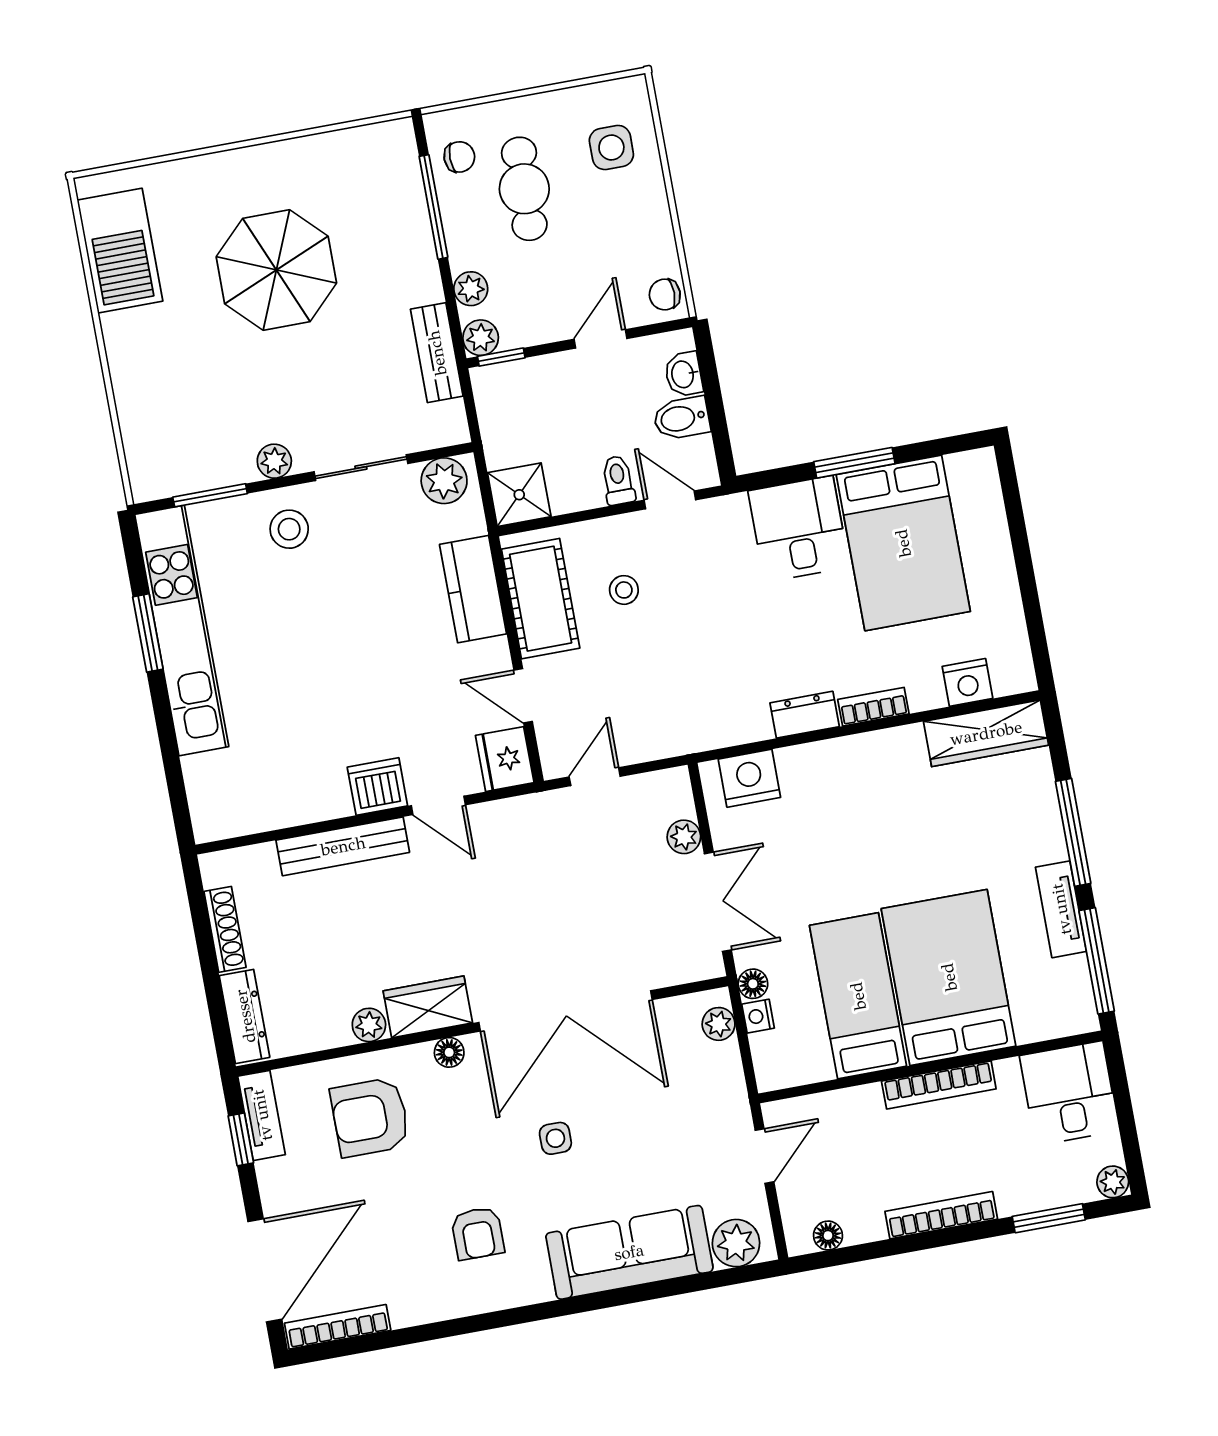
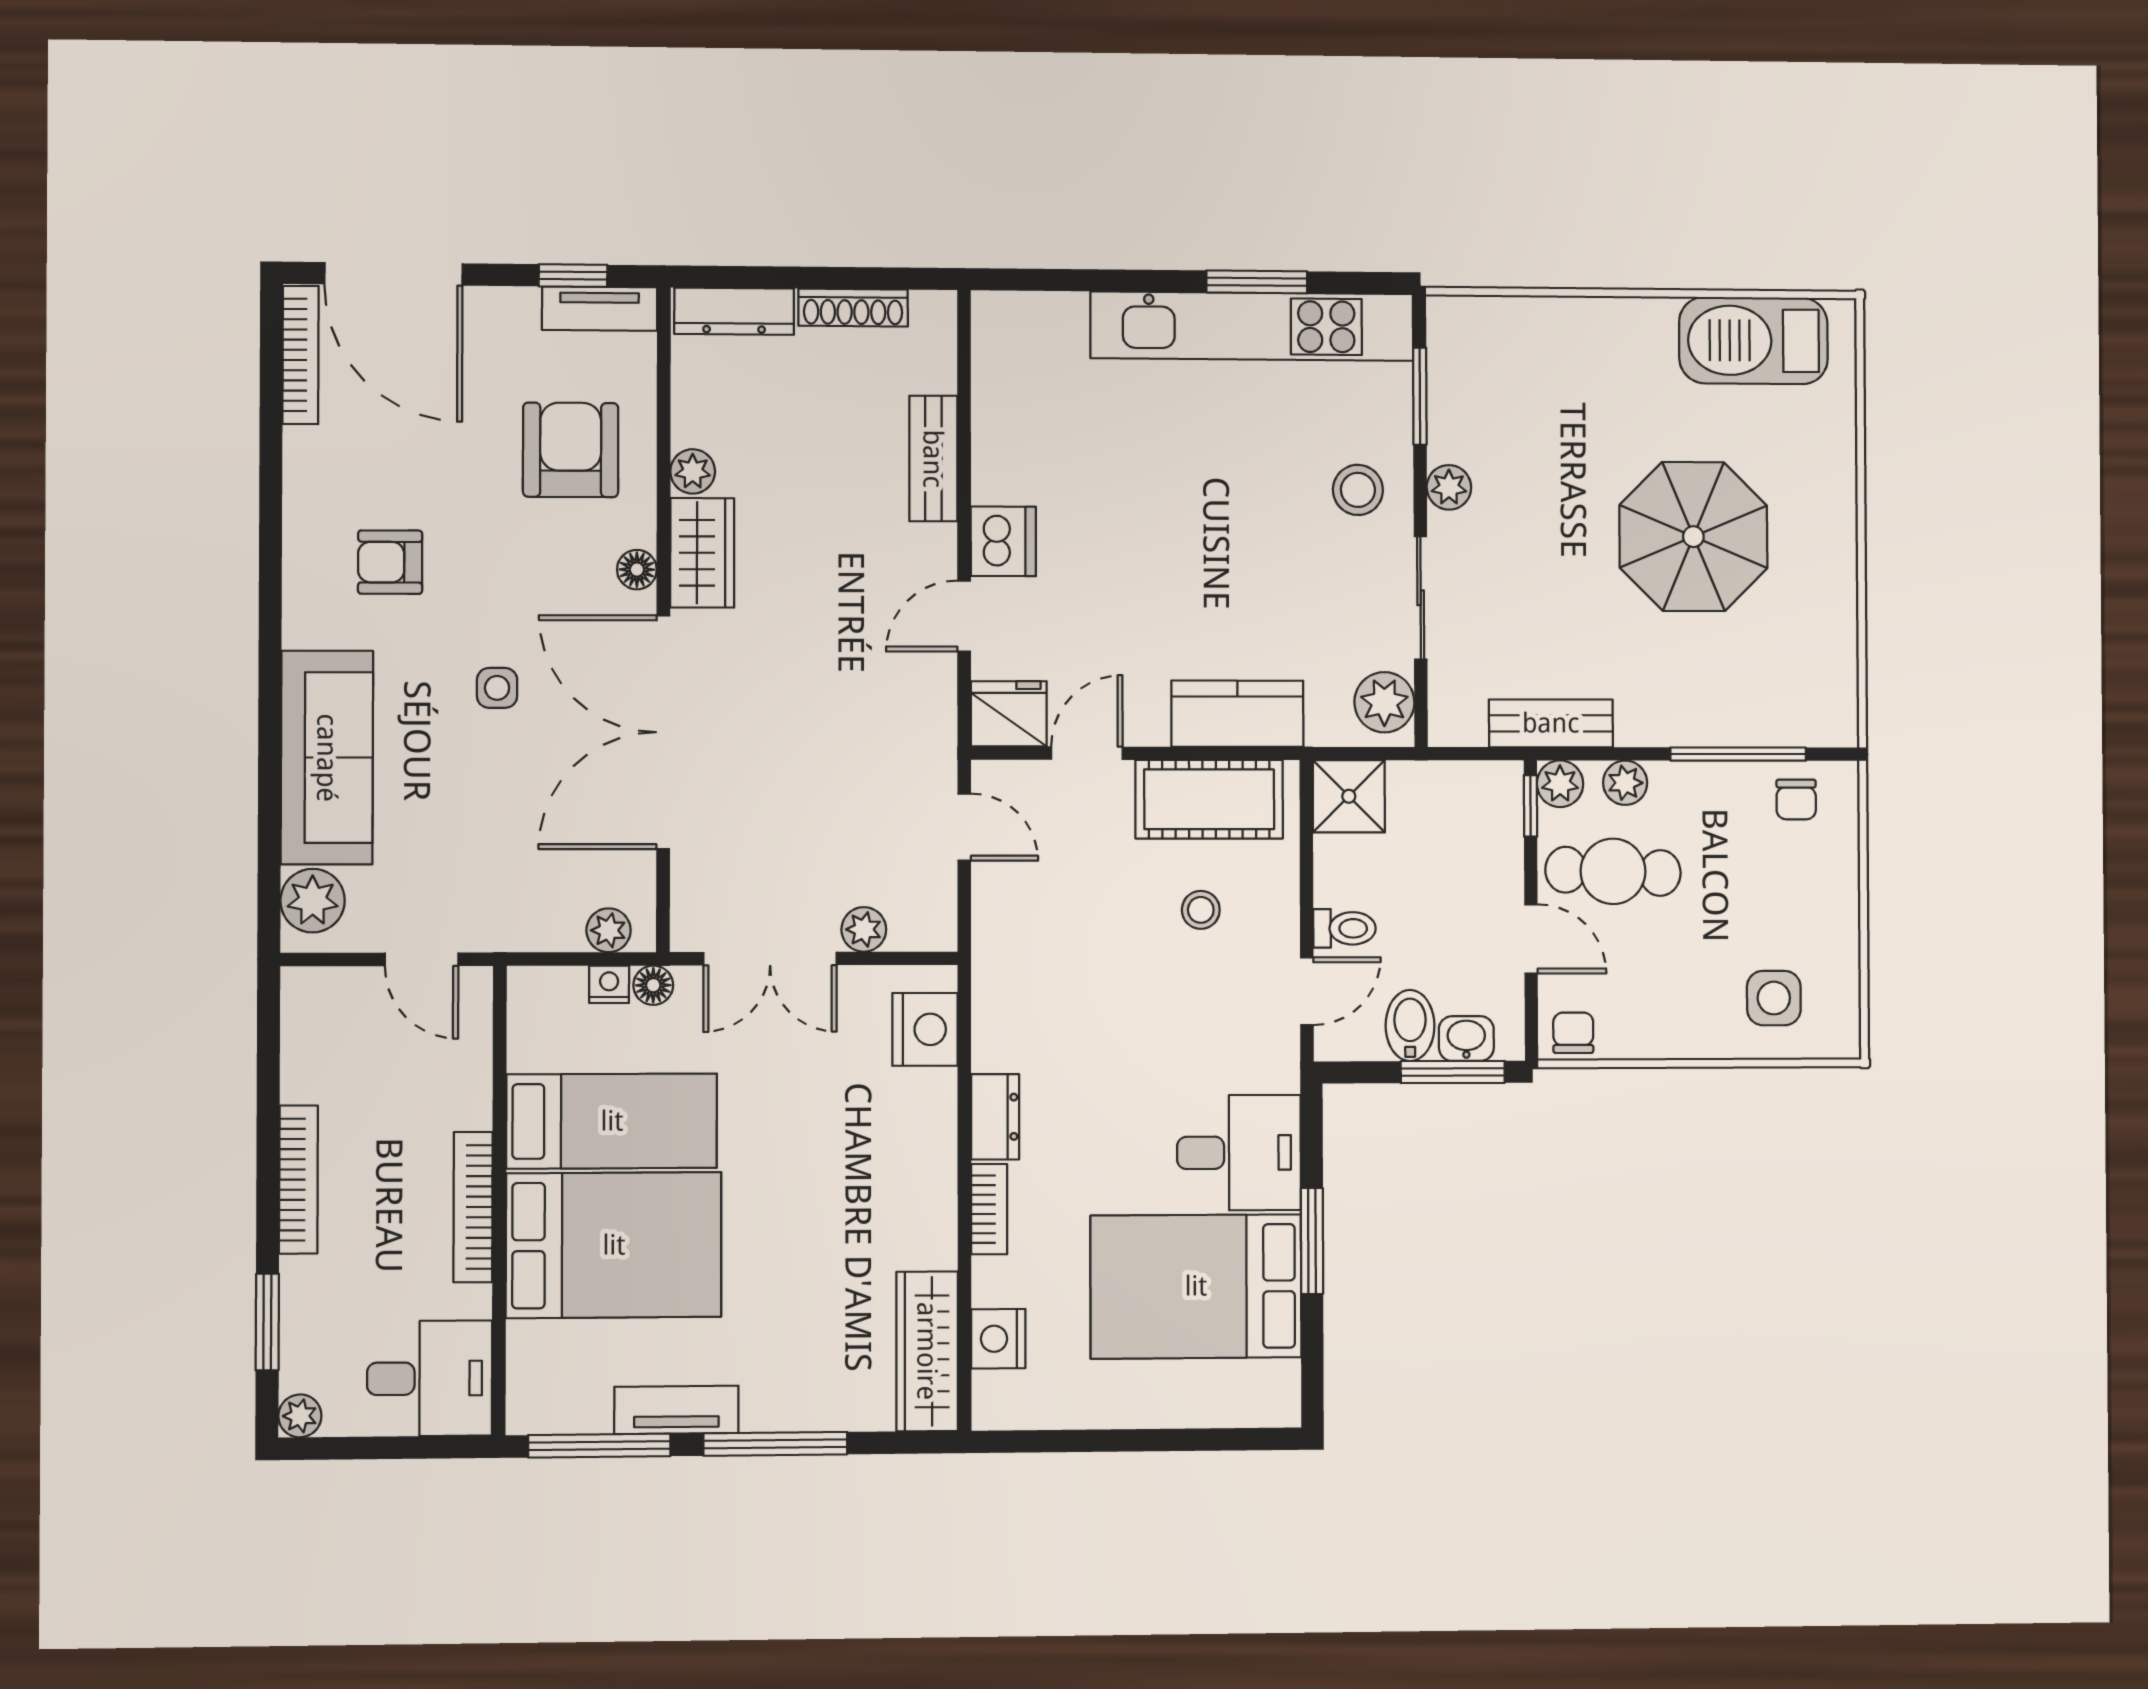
cafe table: (524, 189) -> (1613, 871), moved
window: (710, 380) -> (1453, 1072), added
bench: (343, 846) -> (933, 459), width x0.73
floor lamp: (828, 1236) -> (300, 1024), removed

